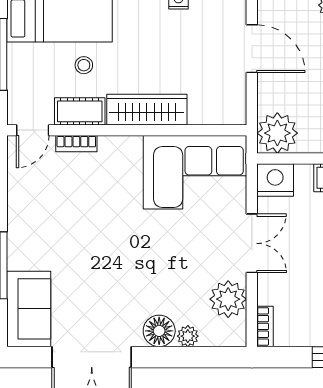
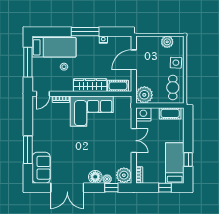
door: (252, 49) -> (134, 60), swing flipped
cot: (80, 111) -> (118, 86), moved
corner sofa: (195, 172) -> (92, 111), moved
plant: (228, 299) -> (124, 175), moved
window: (198, 357) -> (111, 188), added

